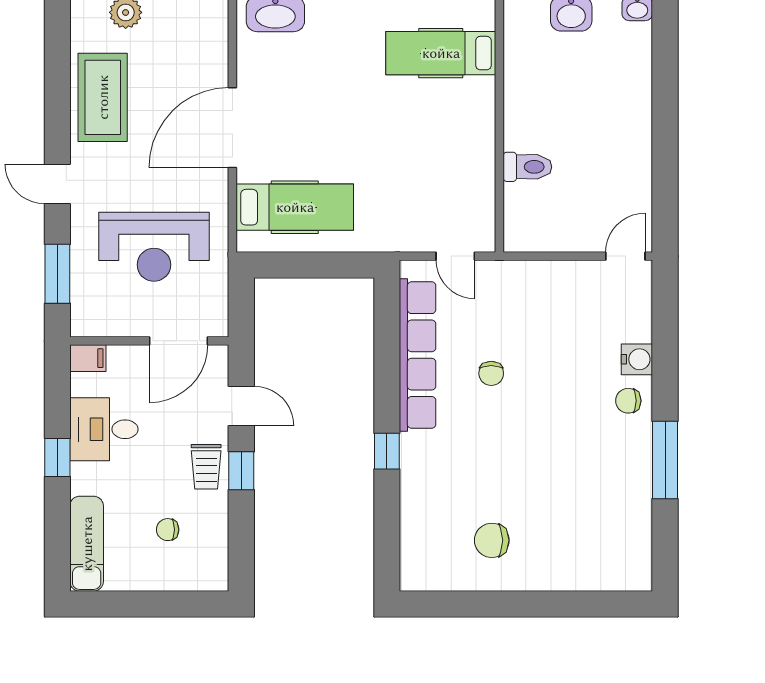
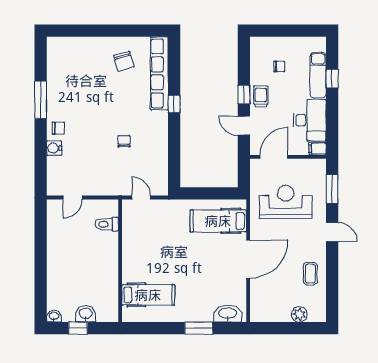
coffee table: (103, 97) -> (310, 274), width x0.54, depth x0.58
toilet: (527, 167) -> (107, 224), moved
door: (625, 256) -> (73, 197), moved
row of seats: (418, 355) -> (159, 73), moved
desk: (104, 429) -> (310, 120), width x1.37
window: (57, 458) -> (332, 79), moved
chair: (492, 540) -> (124, 61), turned 74
exam couch: (87, 544) -> (318, 75), moved

